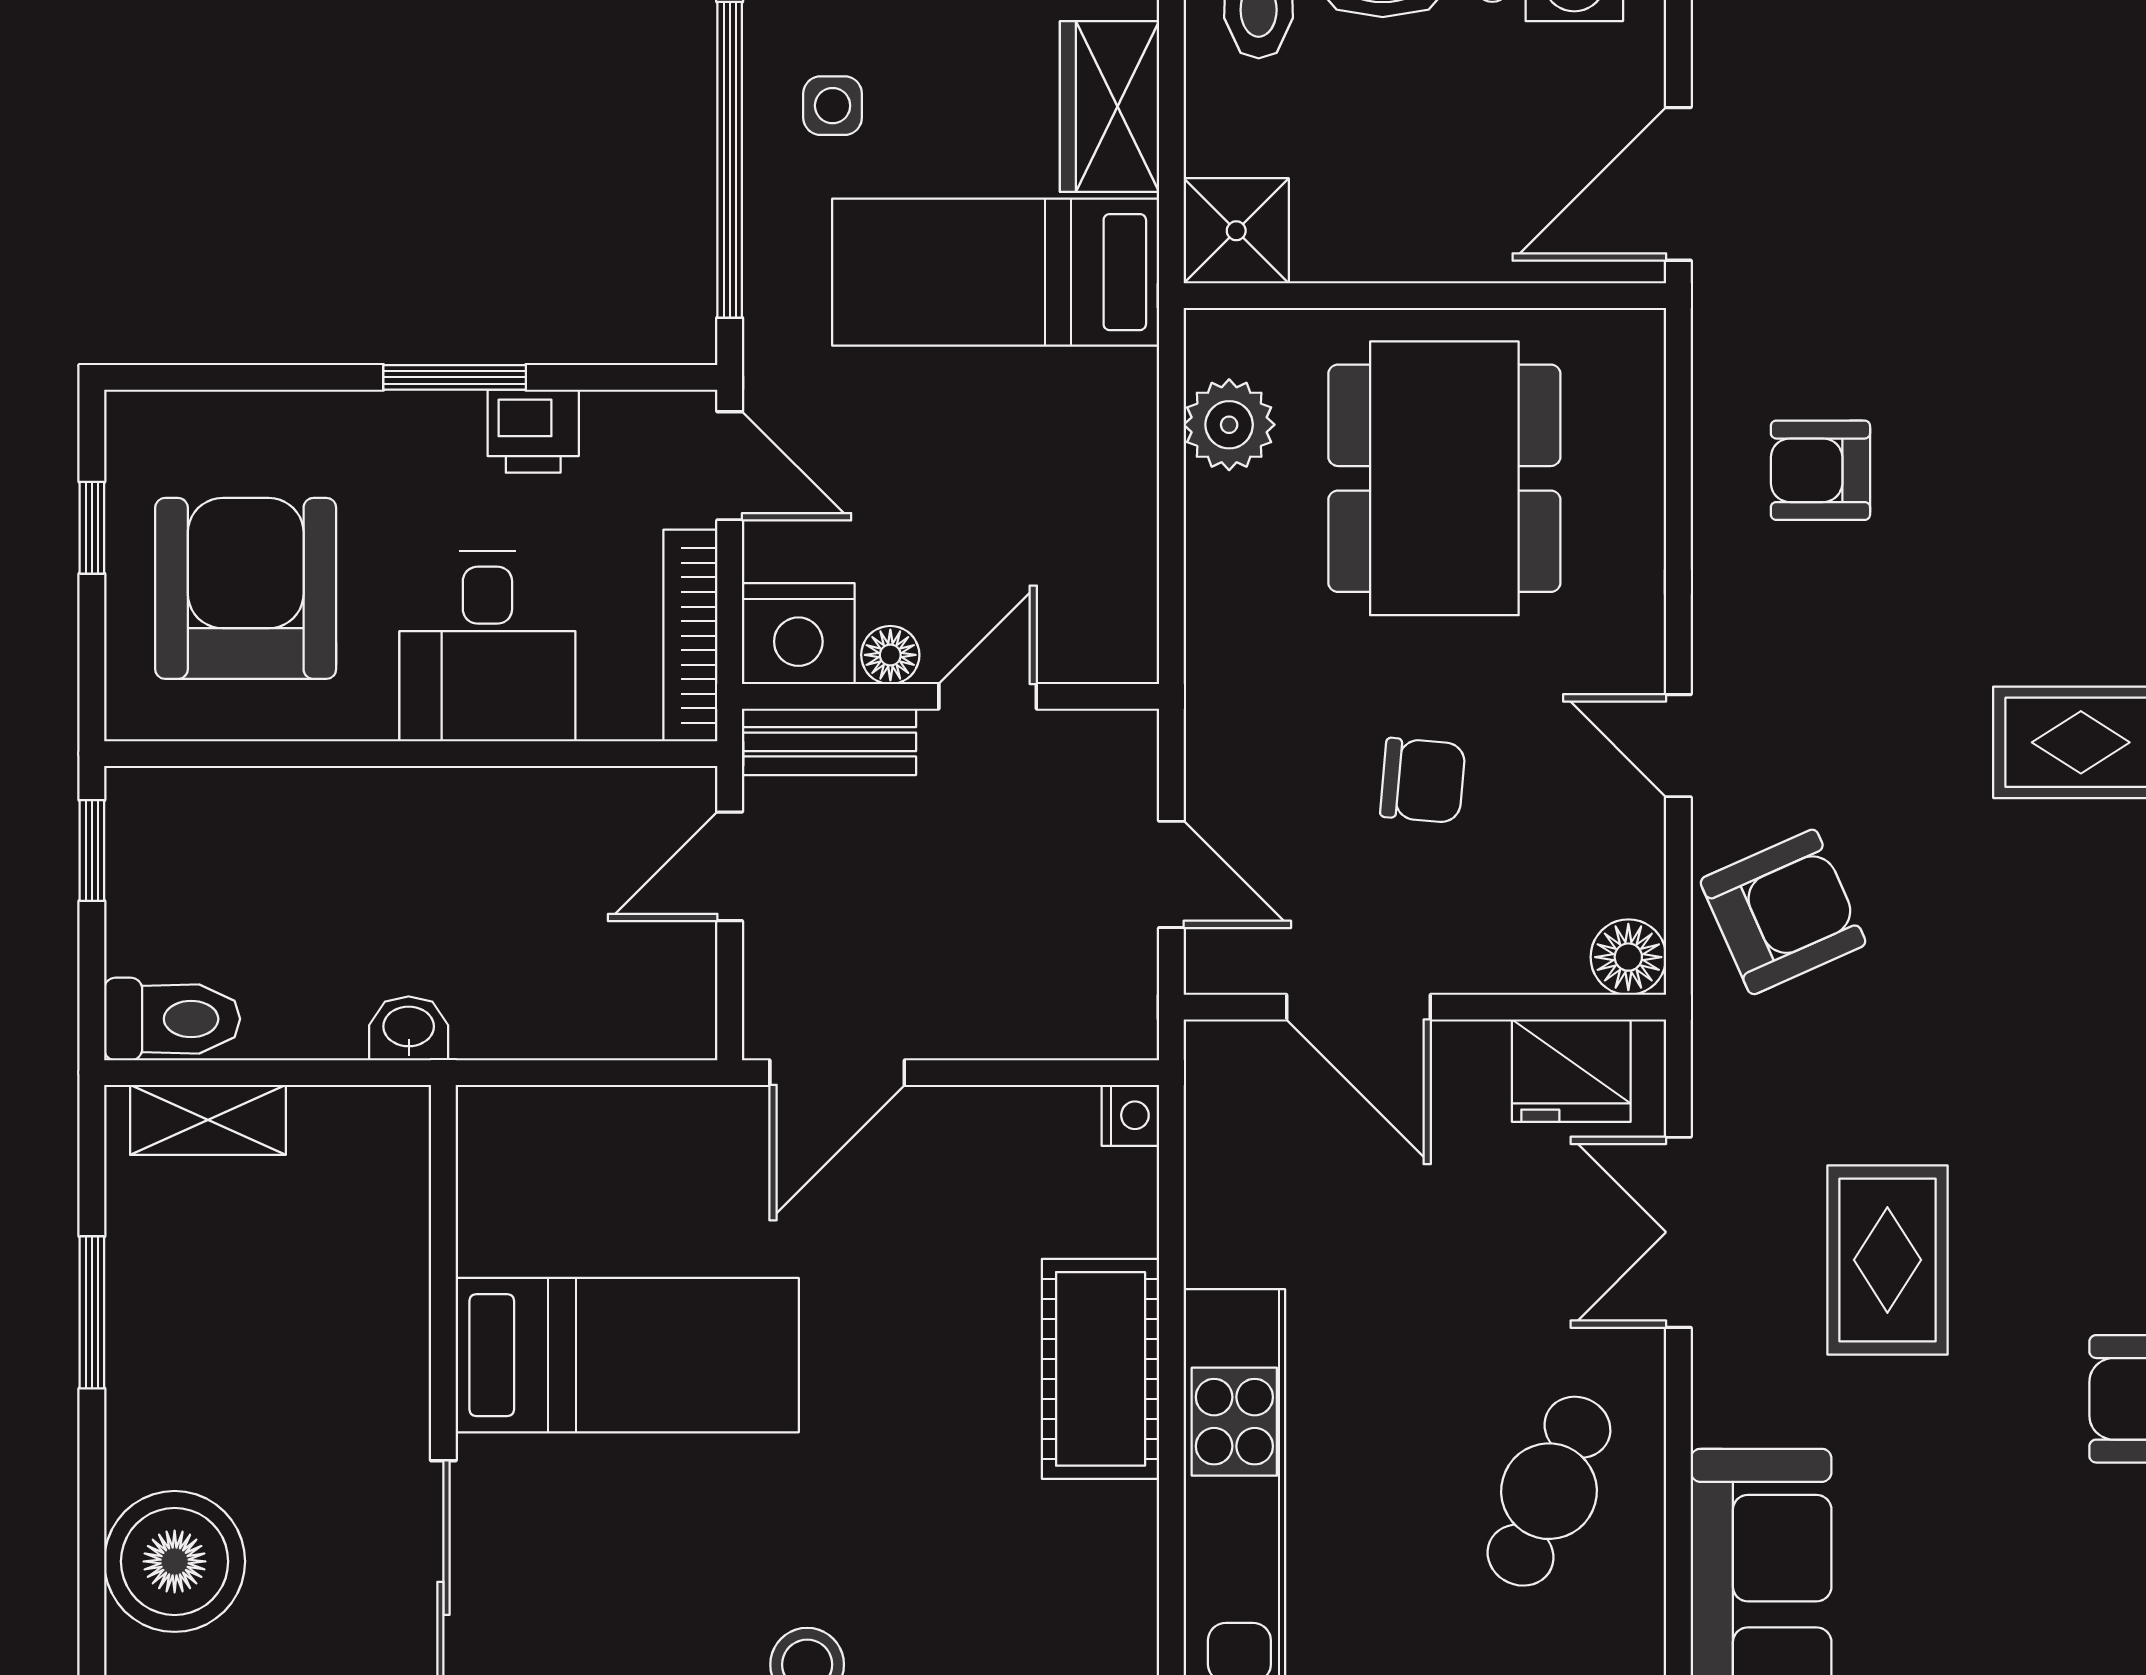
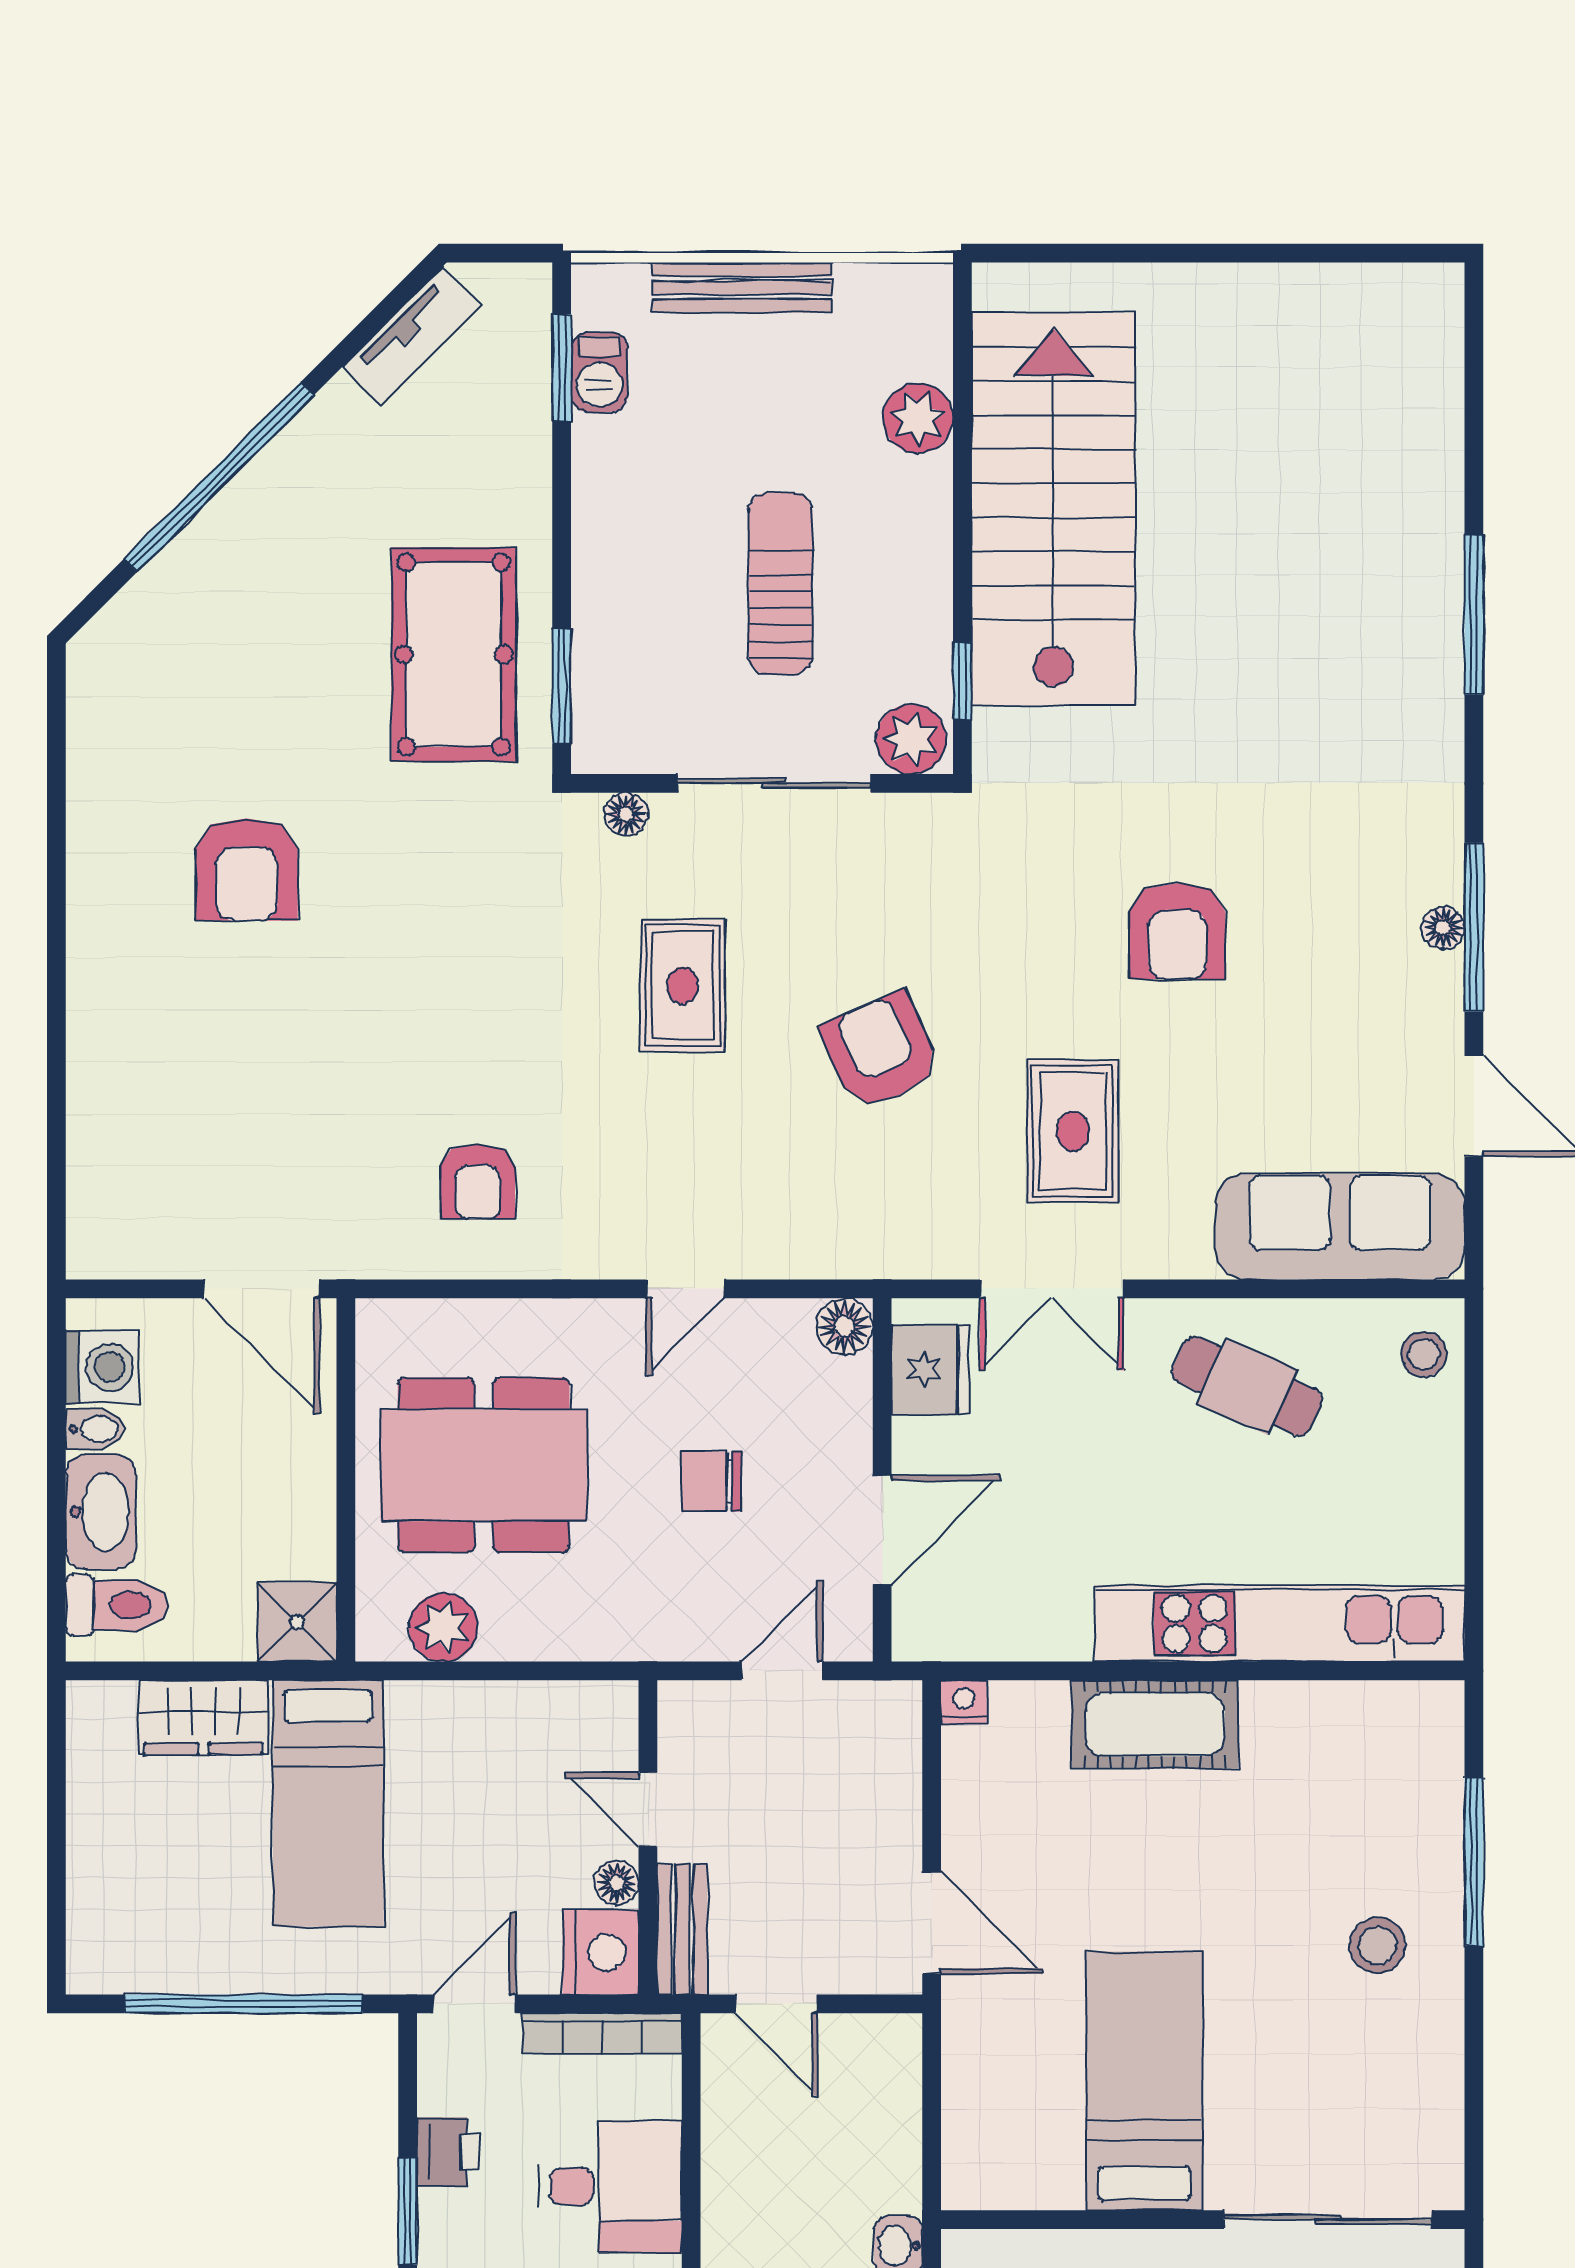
side table: (833, 106) -> (203, 1926), removed
chair: (1423, 780) -> (711, 1481), turned -95
armchair: (1783, 912) -> (881, 1051), moved
rug: (1887, 1260) -> (1073, 1131), turned 90

